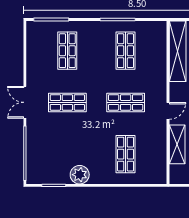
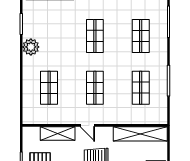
shop shelf: (67, 51) -> (141, 36), turned 90
shop shelf: (126, 51) -> (141, 88), turned 90
shop shelf: (126, 154) -> (49, 88), turned 90

